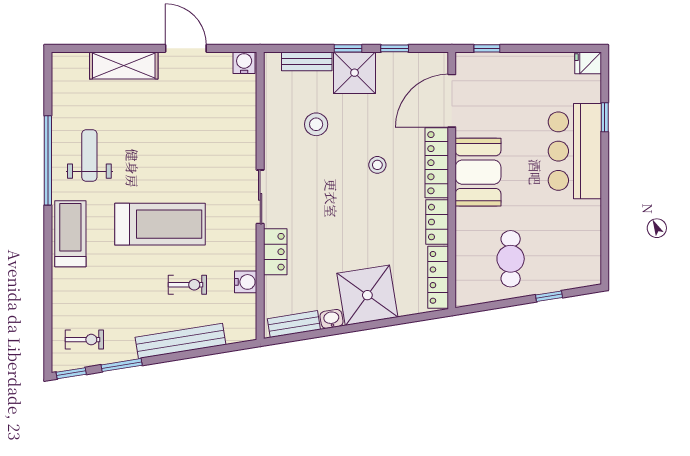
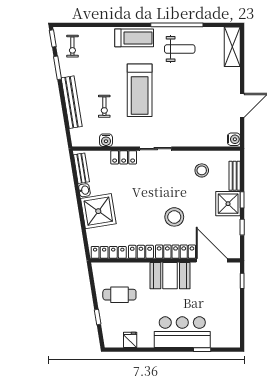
fridge: (588, 63) -> (130, 340), moved
shelving: (124, 65) -> (232, 47), moved
stool: (316, 124) -> (202, 170), moved
stool: (377, 165) -> (174, 217), width x1.89, depth x1.89

